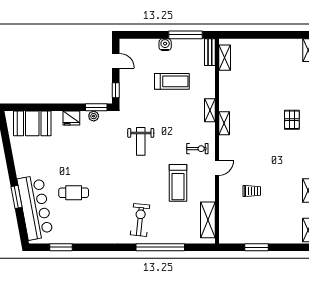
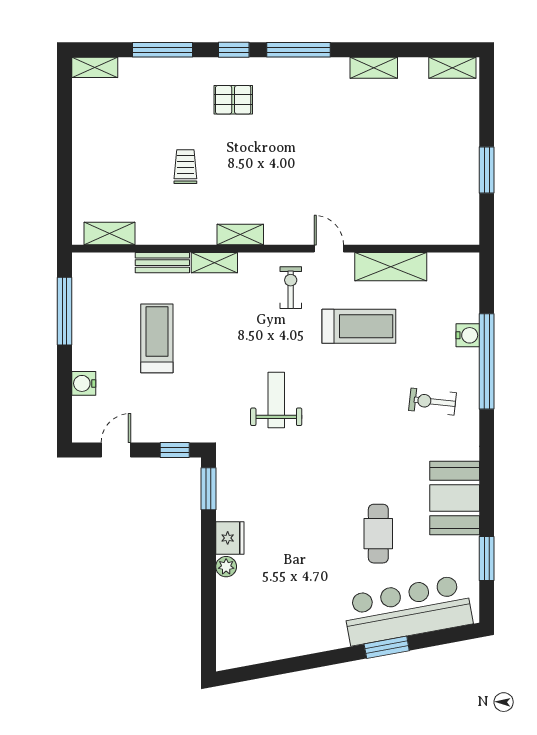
water cooler: (165, 45) -> (84, 383), moved
bench: (210, 52) -> (162, 263), moved
plant: (94, 116) -> (226, 567), moved
booth: (32, 123) -> (455, 498), moved
weight bench: (141, 141) -> (276, 400), turned -90
trolley: (252, 191) -> (185, 167), moved
exercise bike: (140, 220) -> (432, 402), width x0.73, depth x0.72
shelving: (208, 220) -> (391, 267), moved
water cooler: (173, 238) -> (468, 335), added

